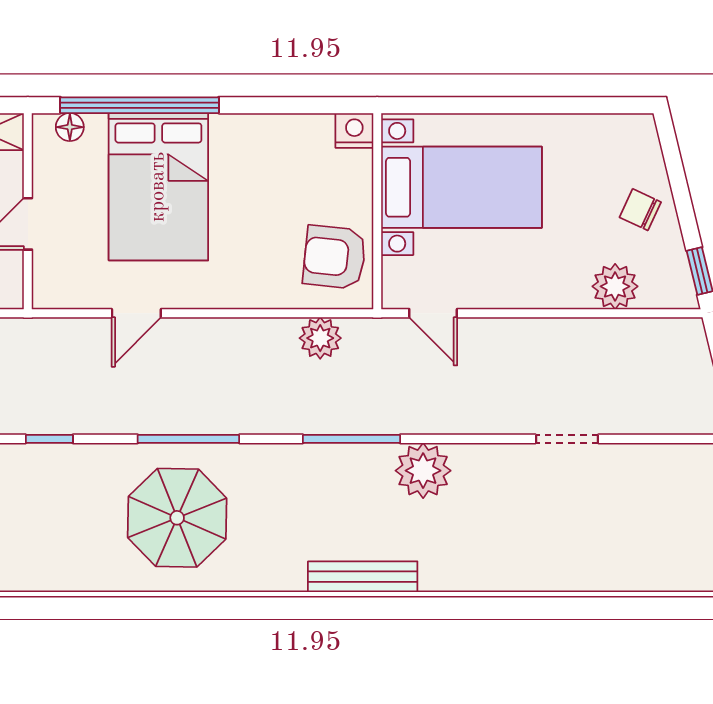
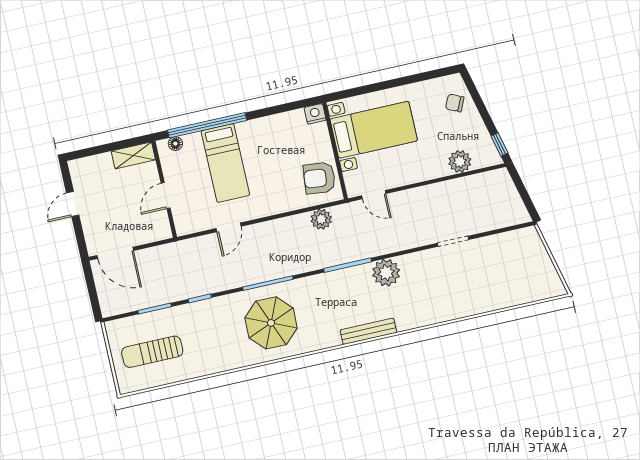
bed: (158, 187) -> (225, 163), width x0.67
chair: (640, 210) -> (455, 103), moved

